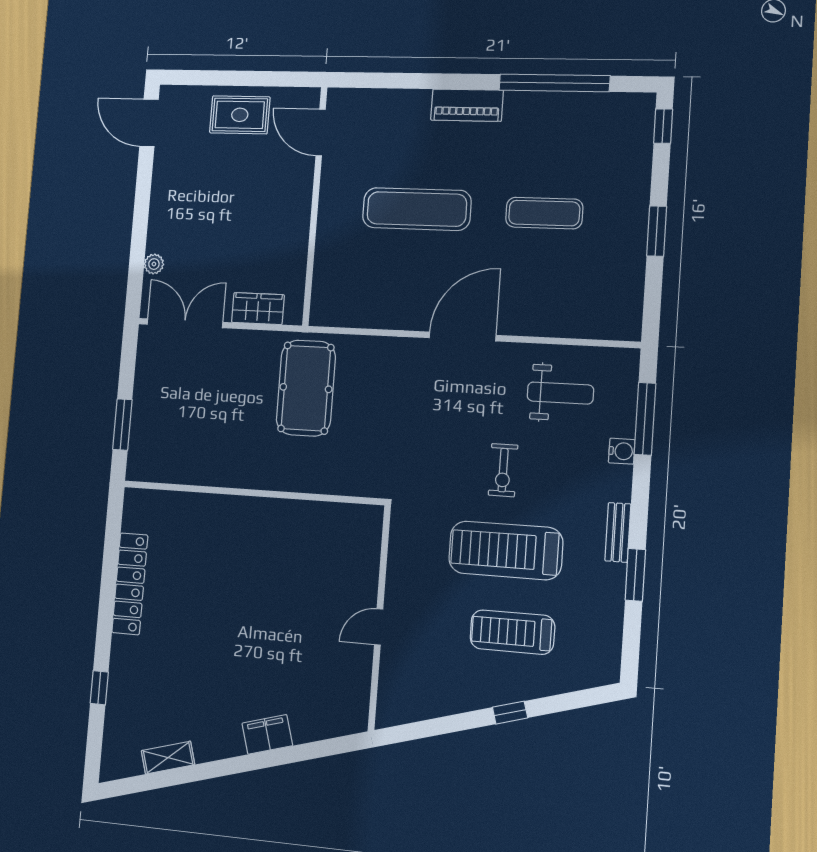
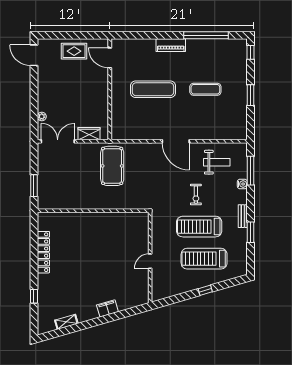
door: (462, 337) -> (176, 141), swing flipped
treadmill: (512, 632) -> (204, 259), width x1.37, depth x1.37

